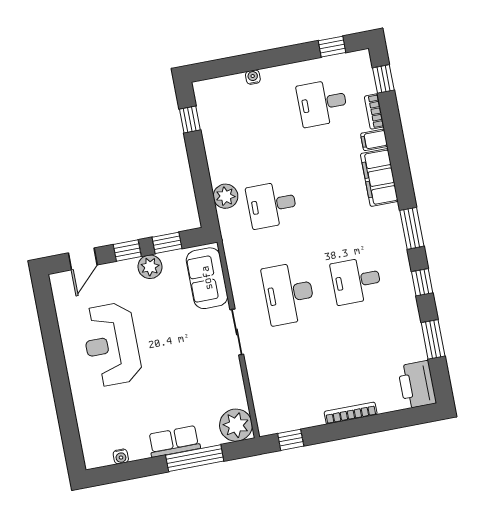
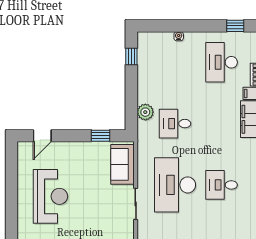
desk: (322, 103) -> (222, 62), width x1.37
window: (127, 250) -> (73, 136), removed
plant: (150, 267) -> (86, 150), removed
desk: (289, 294) -> (175, 185), width x1.36, depth x1.30
reception desk: (111, 344) -> (51, 196), turned 180

